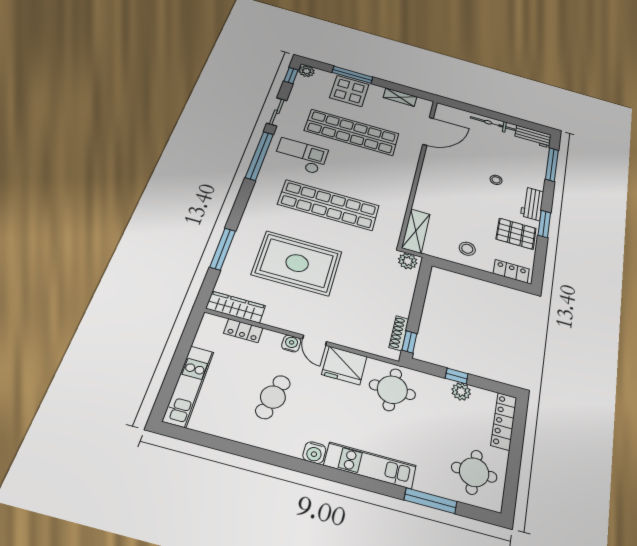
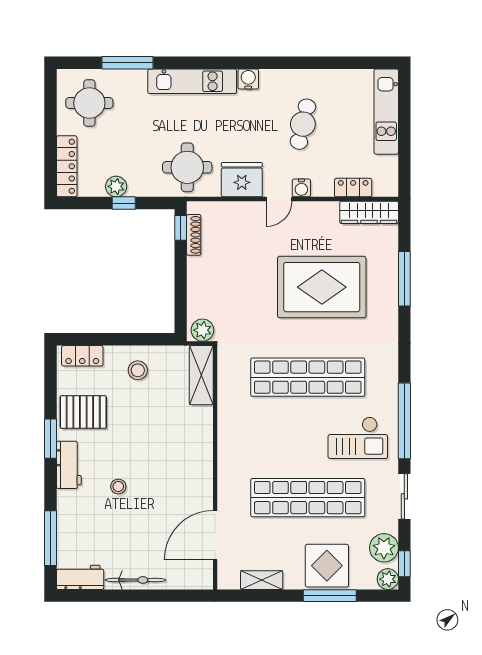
plant: (303, 88) -> (384, 548), added
door: (315, 340) -> (279, 199), swing flipped

